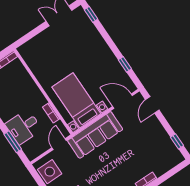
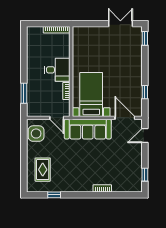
desk: (24, 127) -> (57, 70), moved, turned 180
door: (59, 144) -> (57, 118), swing flipped

